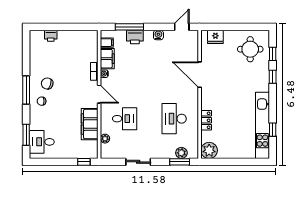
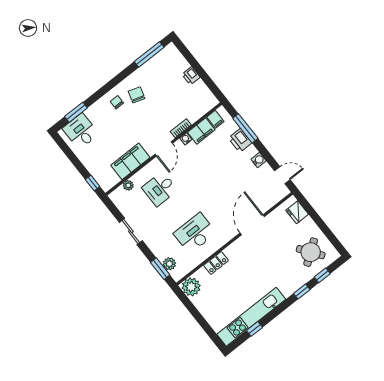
printer: (51, 36) -> (191, 76), moved
round table: (250, 49) -> (311, 252), turned -36
window: (26, 90) -> (149, 54), moved
desk: (125, 119) -> (160, 189), turned 90

